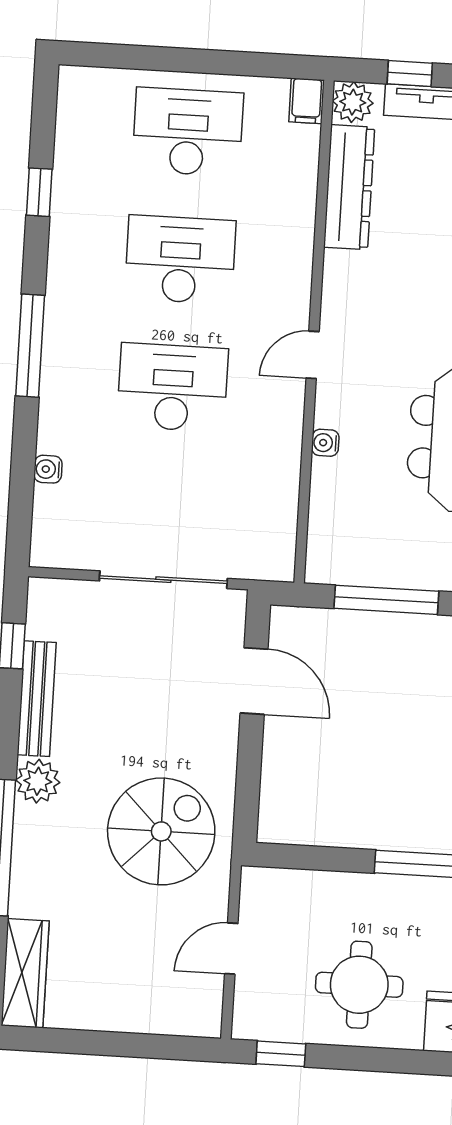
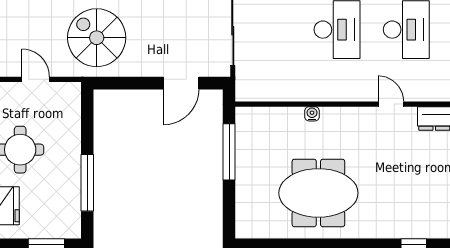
door: (313, 355) -> (391, 104), moved
spiral stairs: (161, 831) -> (97, 38), turned 180

